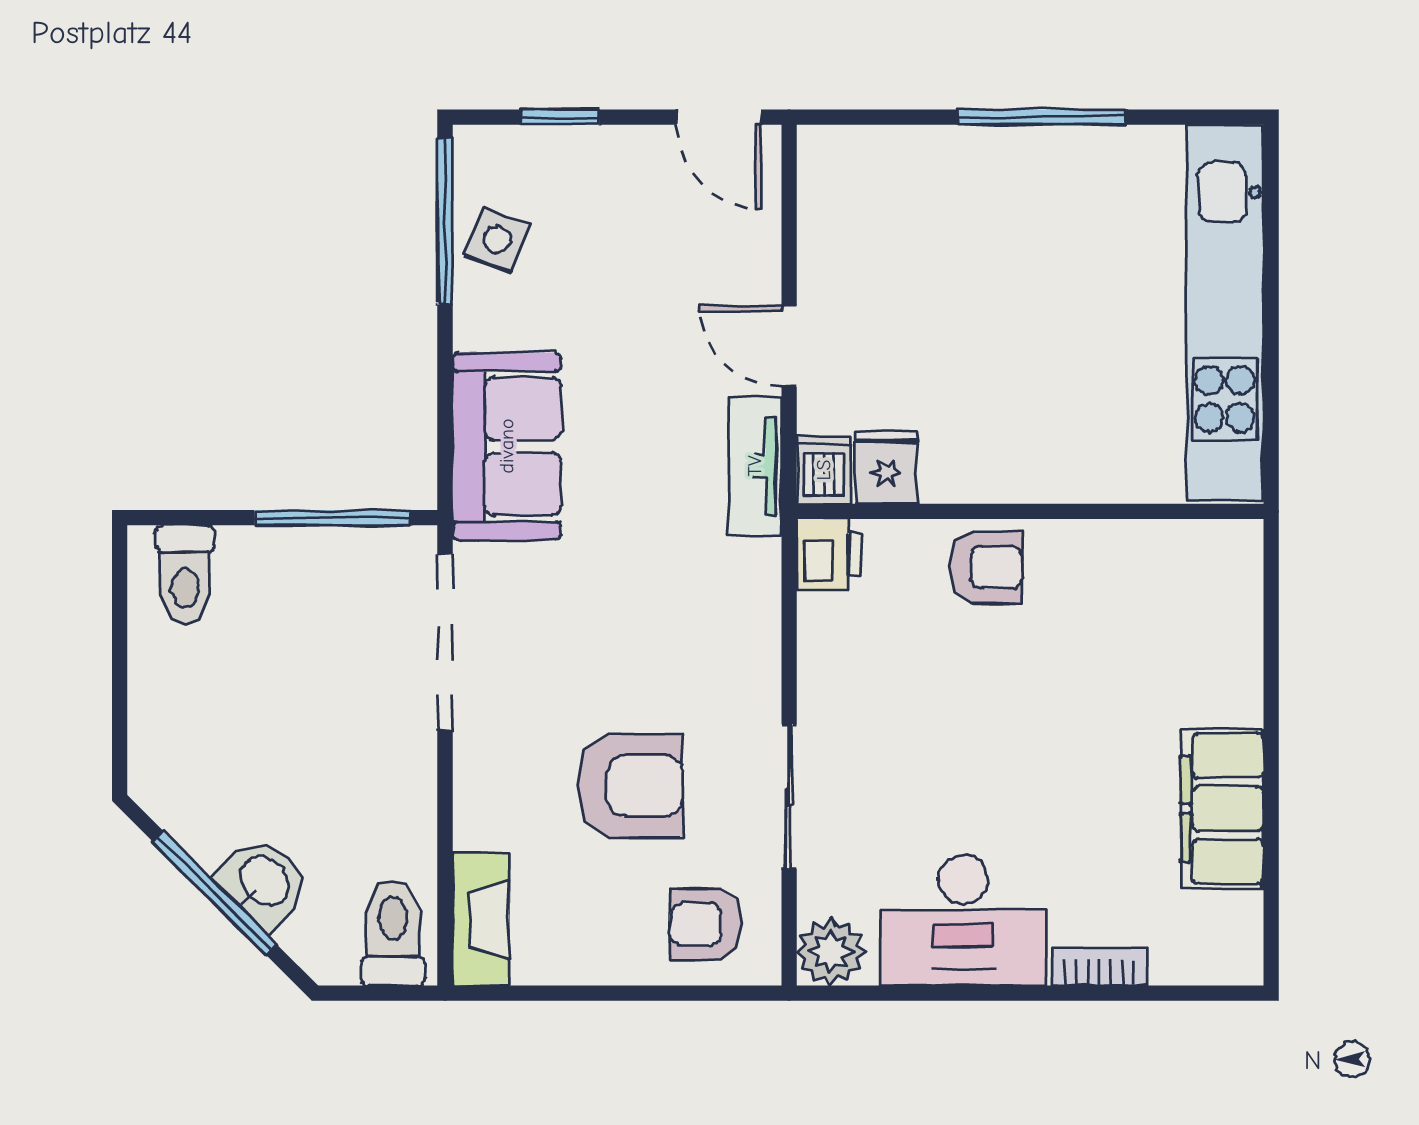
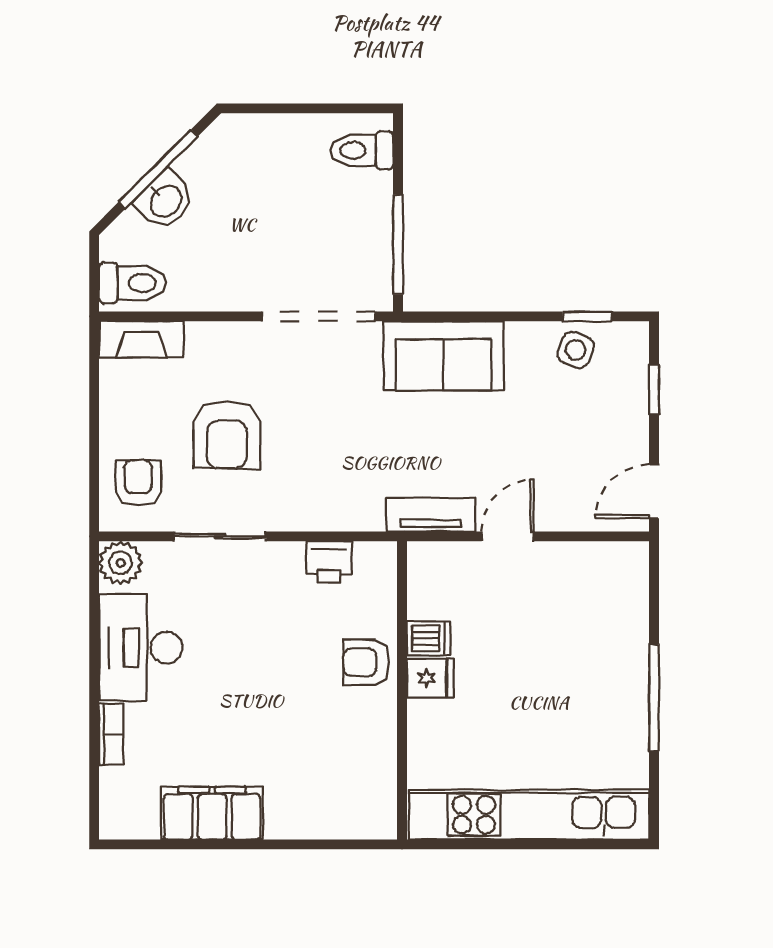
window: (445, 221) -> (587, 316), width x0.46
fridge: (886, 467) -> (430, 678), moved
dishwasher: (824, 470) -> (429, 638), moved
printer: (829, 554) -> (329, 562), moved
armchair: (986, 567) -> (366, 662), turned 90

